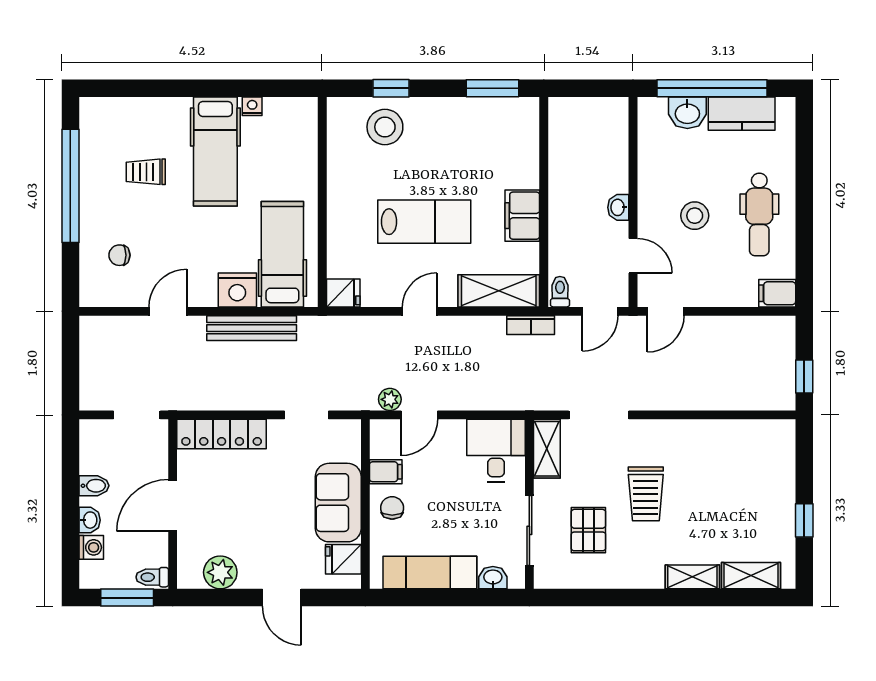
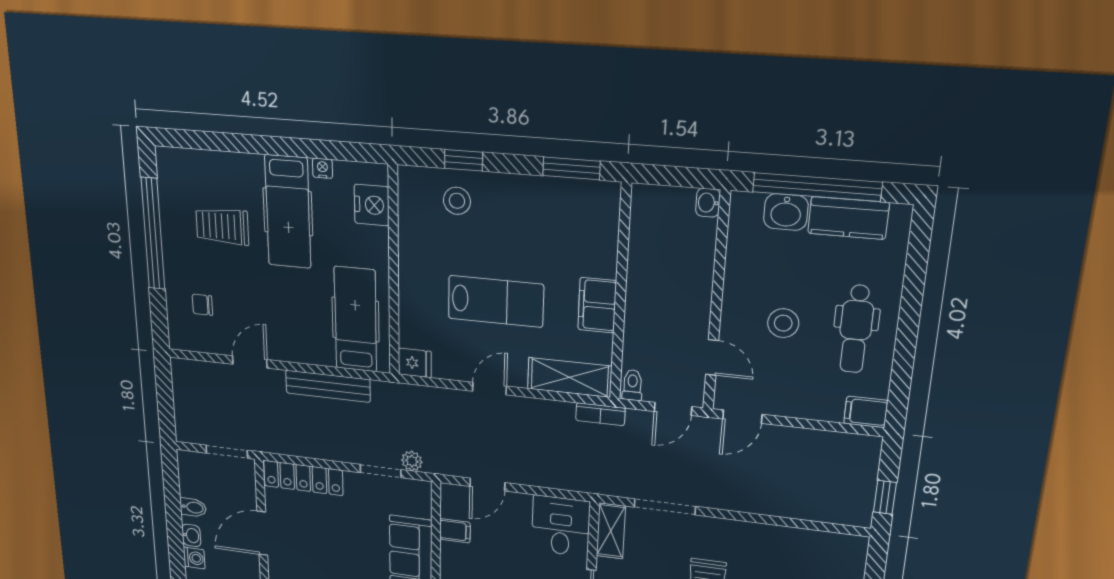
stool: (385, 127) -> (457, 201), width x0.73, depth x0.73
trolley: (146, 172) -> (222, 226), width x1.36, depth x1.39
washbasin: (618, 207) -> (708, 203), moved
nightstand: (237, 290) -> (372, 205), moved, turned -90
plant: (390, 399) -> (412, 461), moved
chair: (392, 508) -> (460, 563), removed

